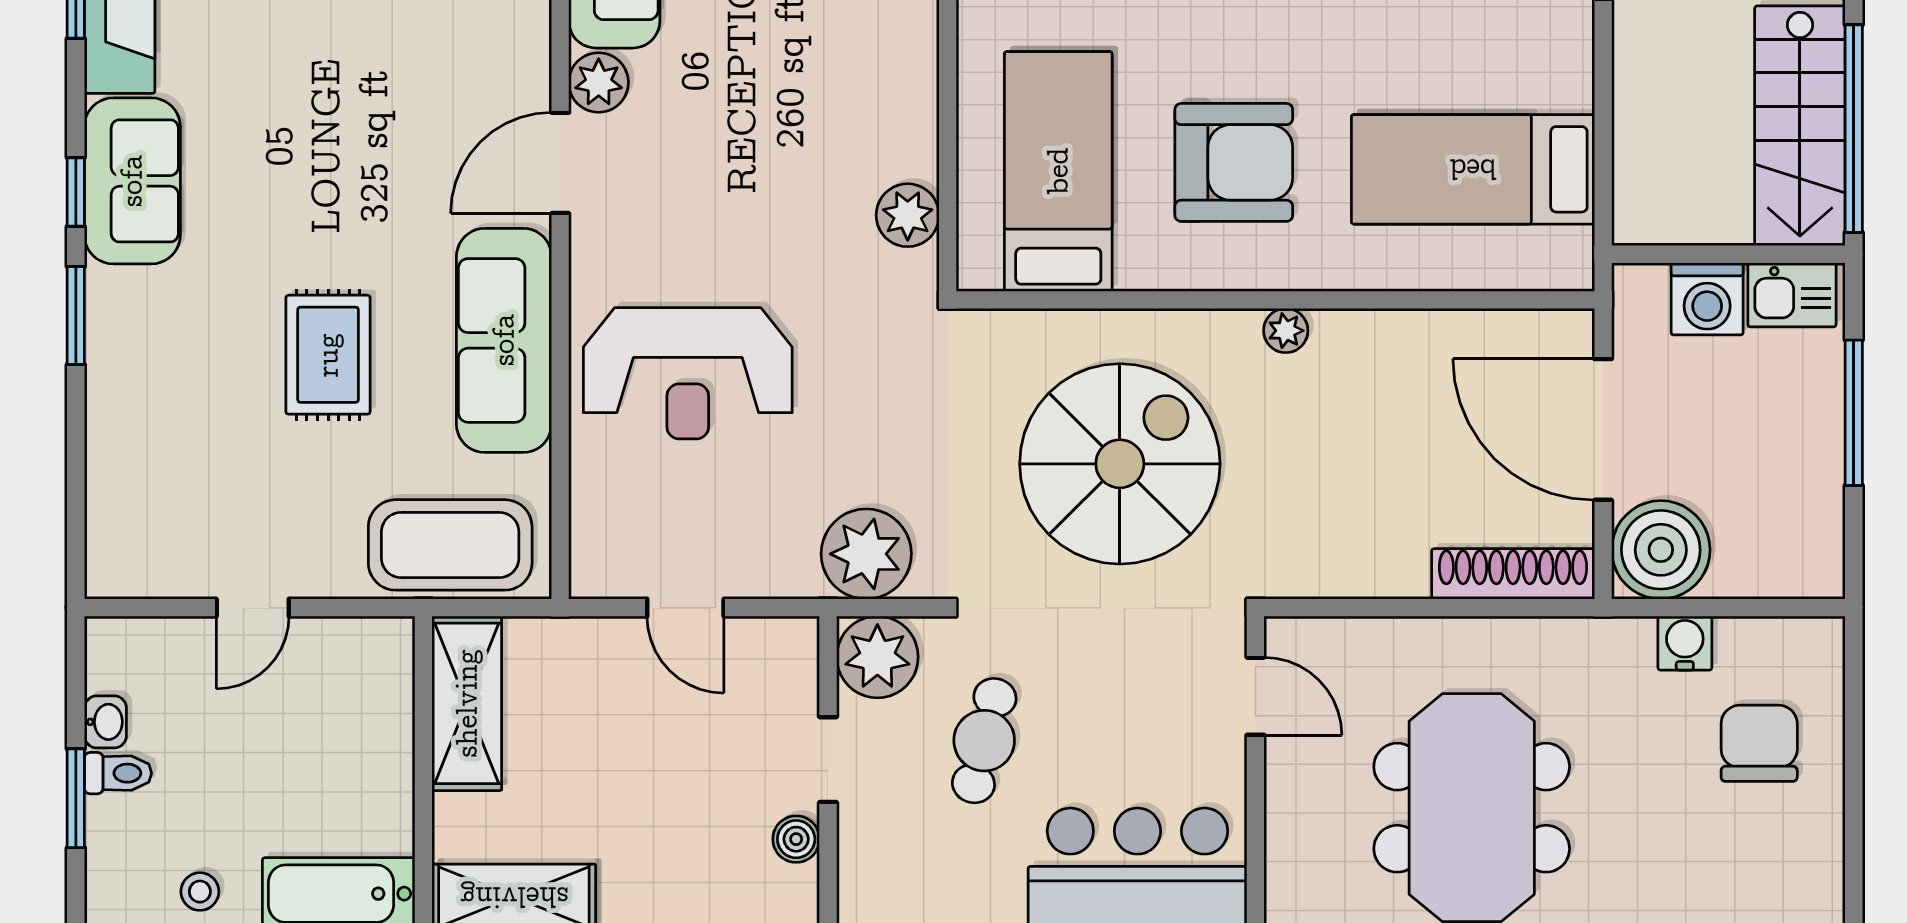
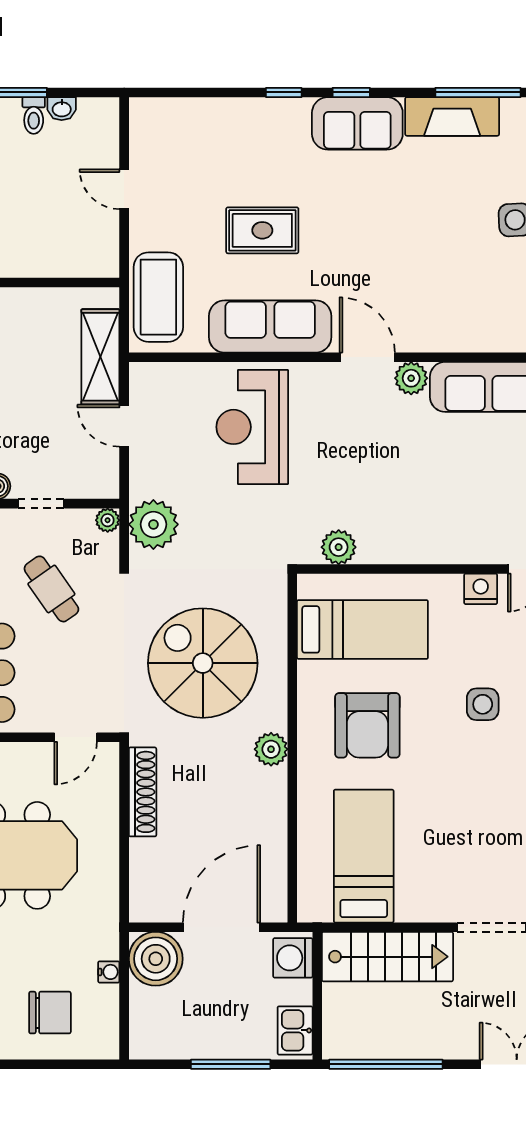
stairs: (1800, 126) -> (387, 957), moved, turned 180
washing machine: (1707, 299) -> (293, 958), moved
window: (76, 316) -> (284, 92), width x0.67
plant: (1286, 331) -> (271, 749), width x1.38, depth x1.38
spiral stairs: (1120, 464) -> (203, 663), turned 180
shoe rack: (1513, 574) -> (143, 792), moved
door: (685, 608) -> (124, 426), hinge flipped
water cooler: (1685, 643) -> (109, 972), width x0.72, depth x0.72
plant: (877, 657) -> (108, 520), width x0.53, depth x0.53
shelving: (467, 703) -> (100, 357), moved, turned 90
cafe table: (984, 741) -> (51, 589), turned 41

